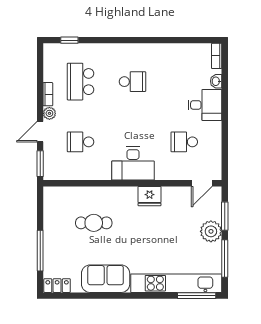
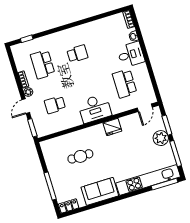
school desk: (184, 142) -> (125, 83), width x1.85

